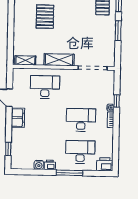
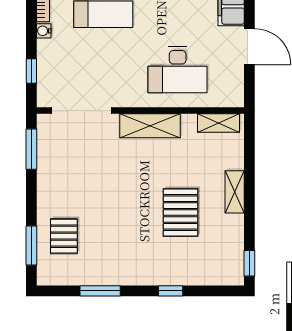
shelving: (18, 26) -> (235, 192), added
window: (118, 31) -> (31, 149), moved
window: (117, 101) -> (31, 71), moved

